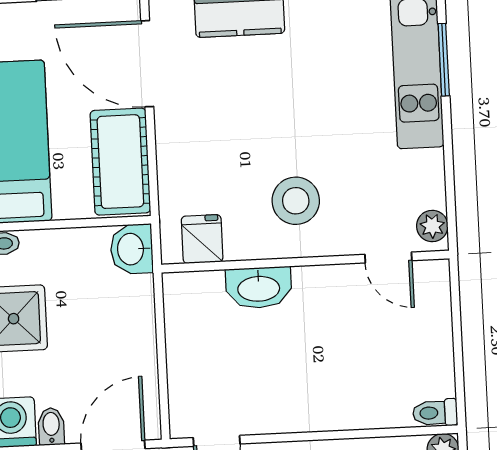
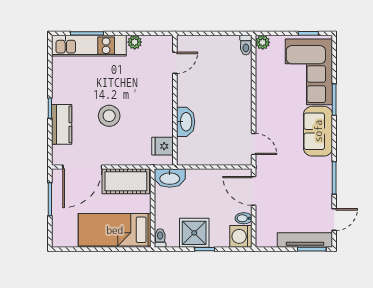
stool: (296, 201) -> (109, 116), moved
plant: (432, 226) -> (135, 42), moved
washbasin: (132, 249) -> (170, 178), width x1.38

